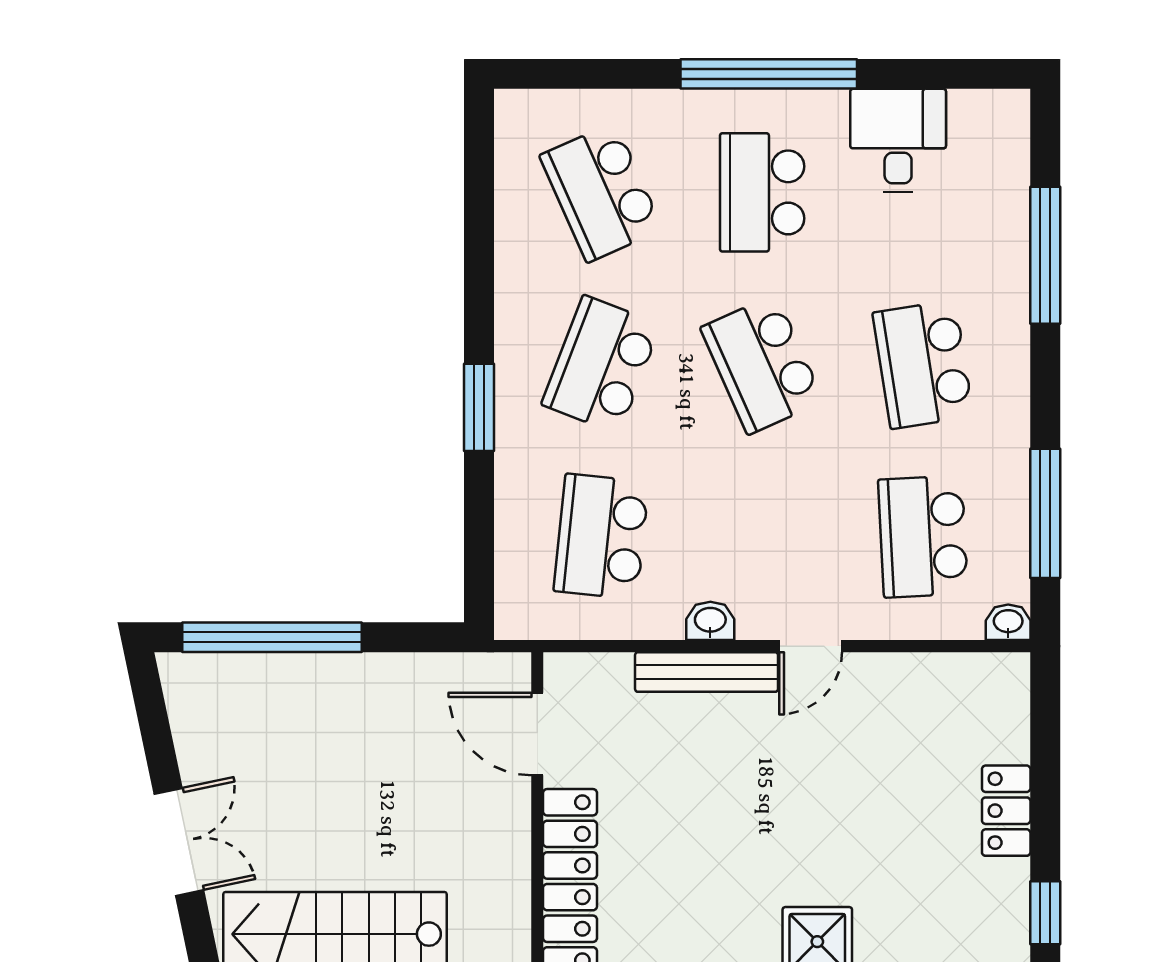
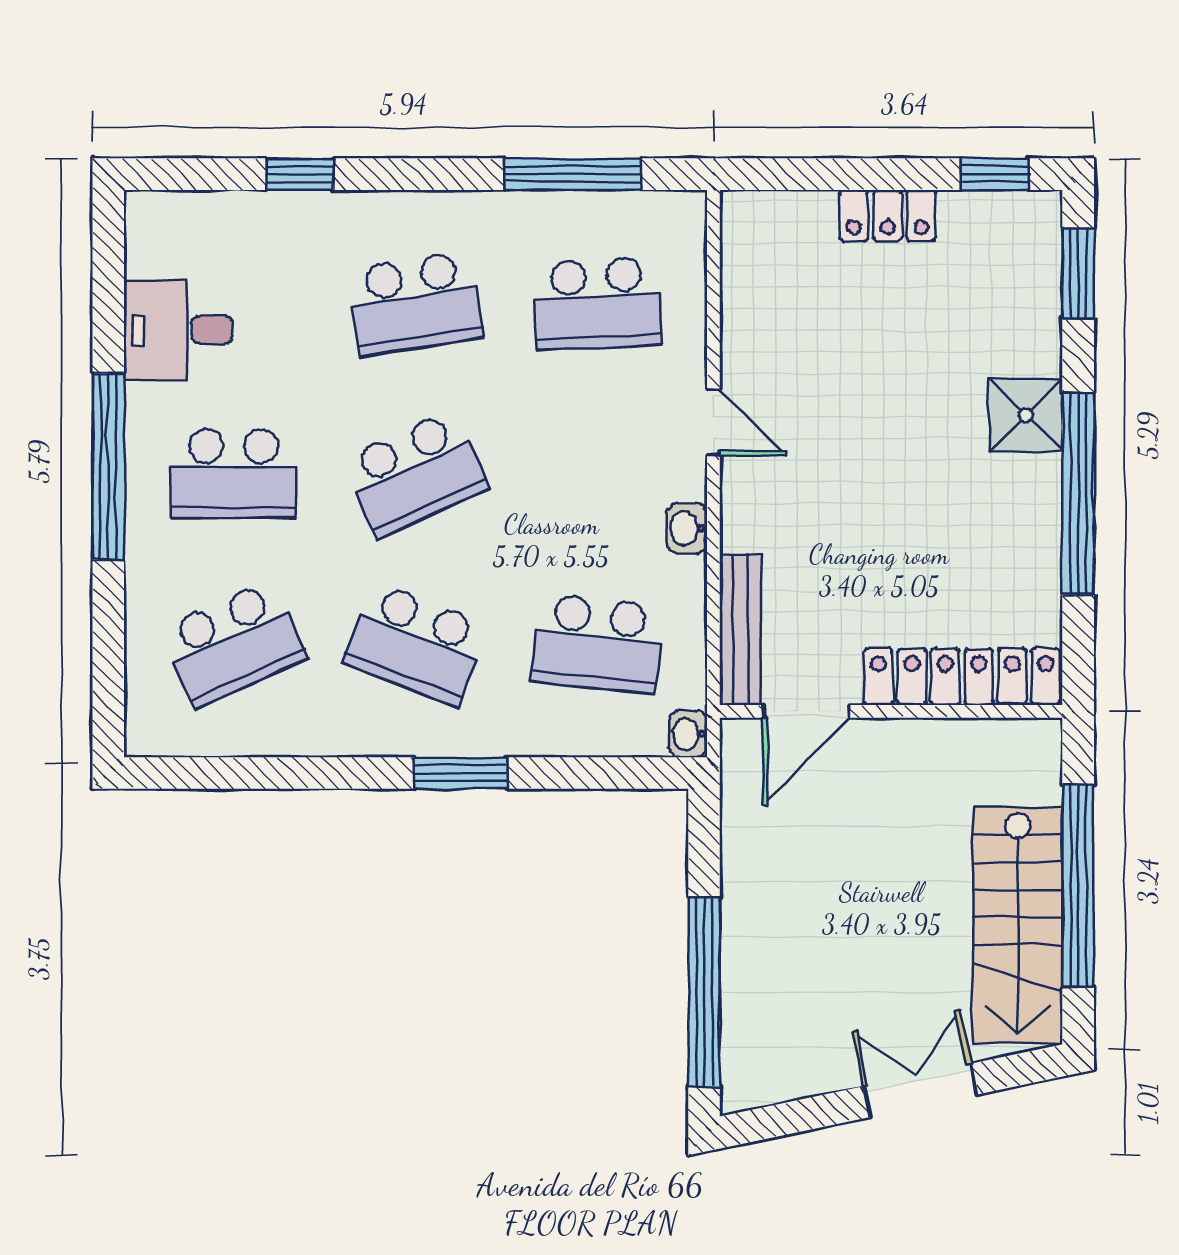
window: (1045, 255) -> (300, 174), width x0.46
washbasin: (1008, 622) -> (688, 734), moved
bench: (707, 672) -> (741, 630), moved

